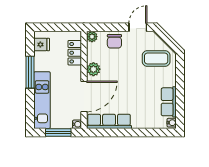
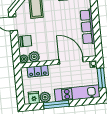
plant: (41, 59) -> (45, 97), added
plant: (93, 69) -> (34, 57), moved
row of seats: (109, 121) -> (87, 27), moved

